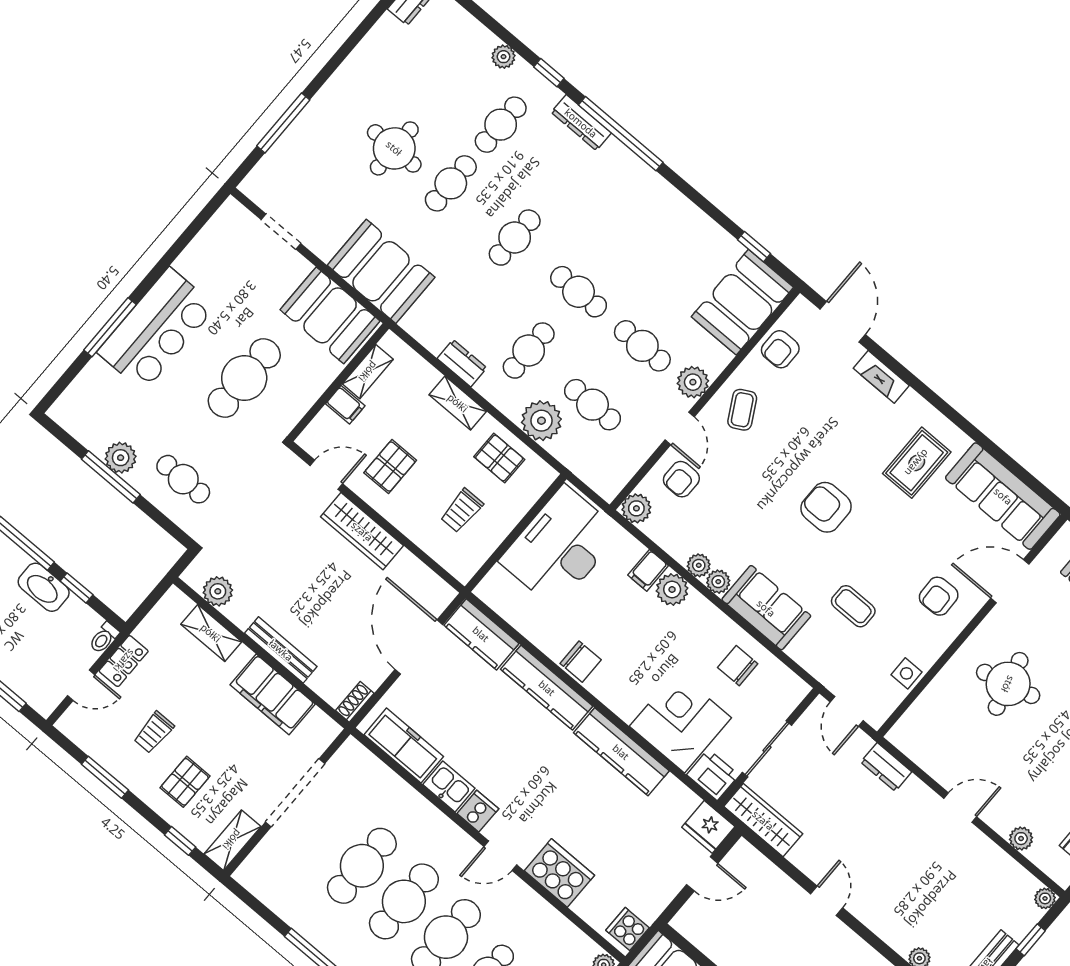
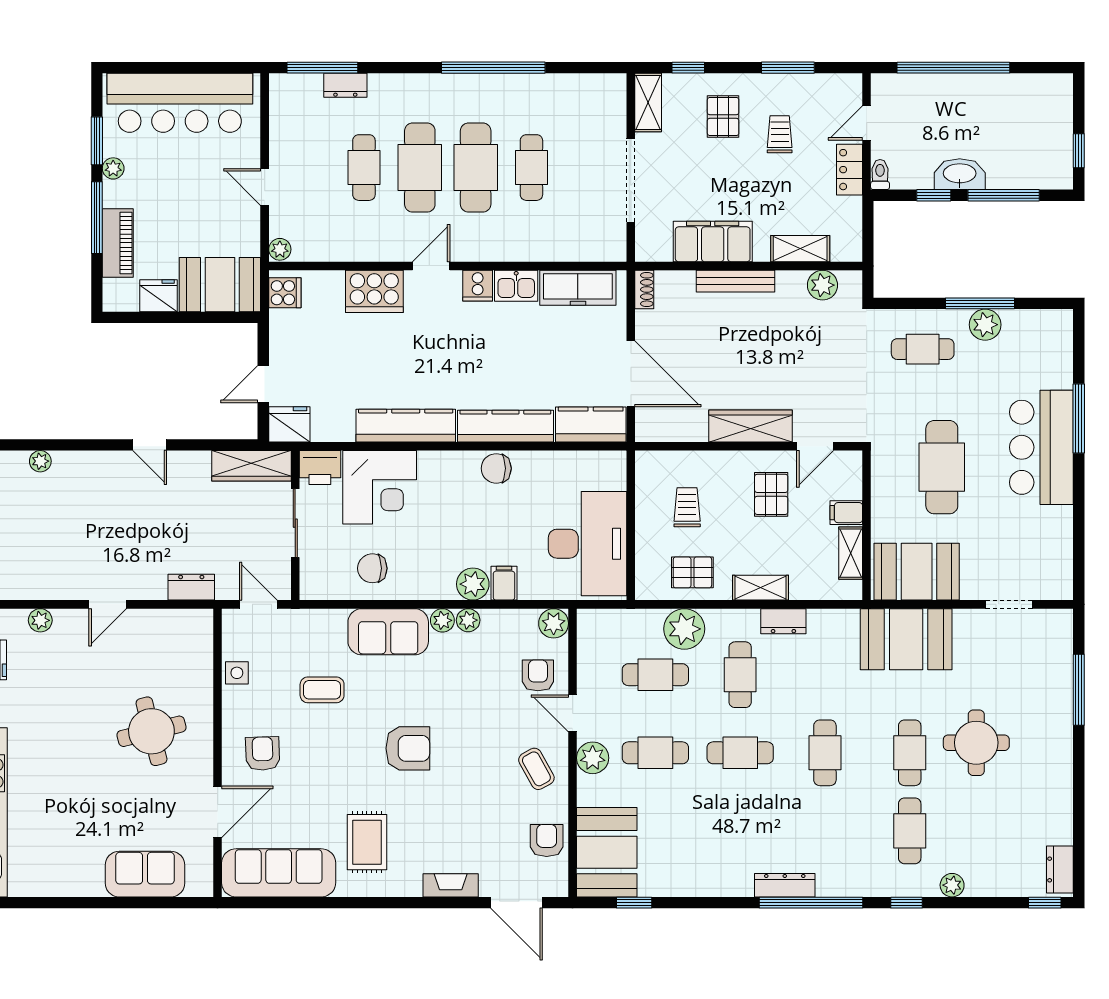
dresser: (581, 123) -> (785, 885), moved
chair: (738, 666) -> (372, 568), turned 180
cafe table: (362, 866) -> (531, 168), width x0.73, depth x0.74

